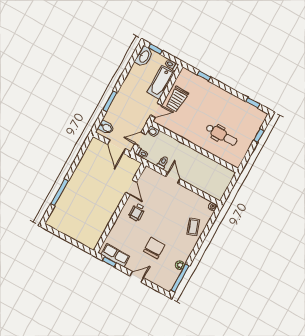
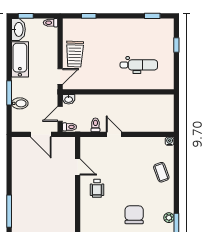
bathtub: (161, 82) -> (20, 59), moved, turned 180
bidet: (106, 127) -> (20, 103), moved

